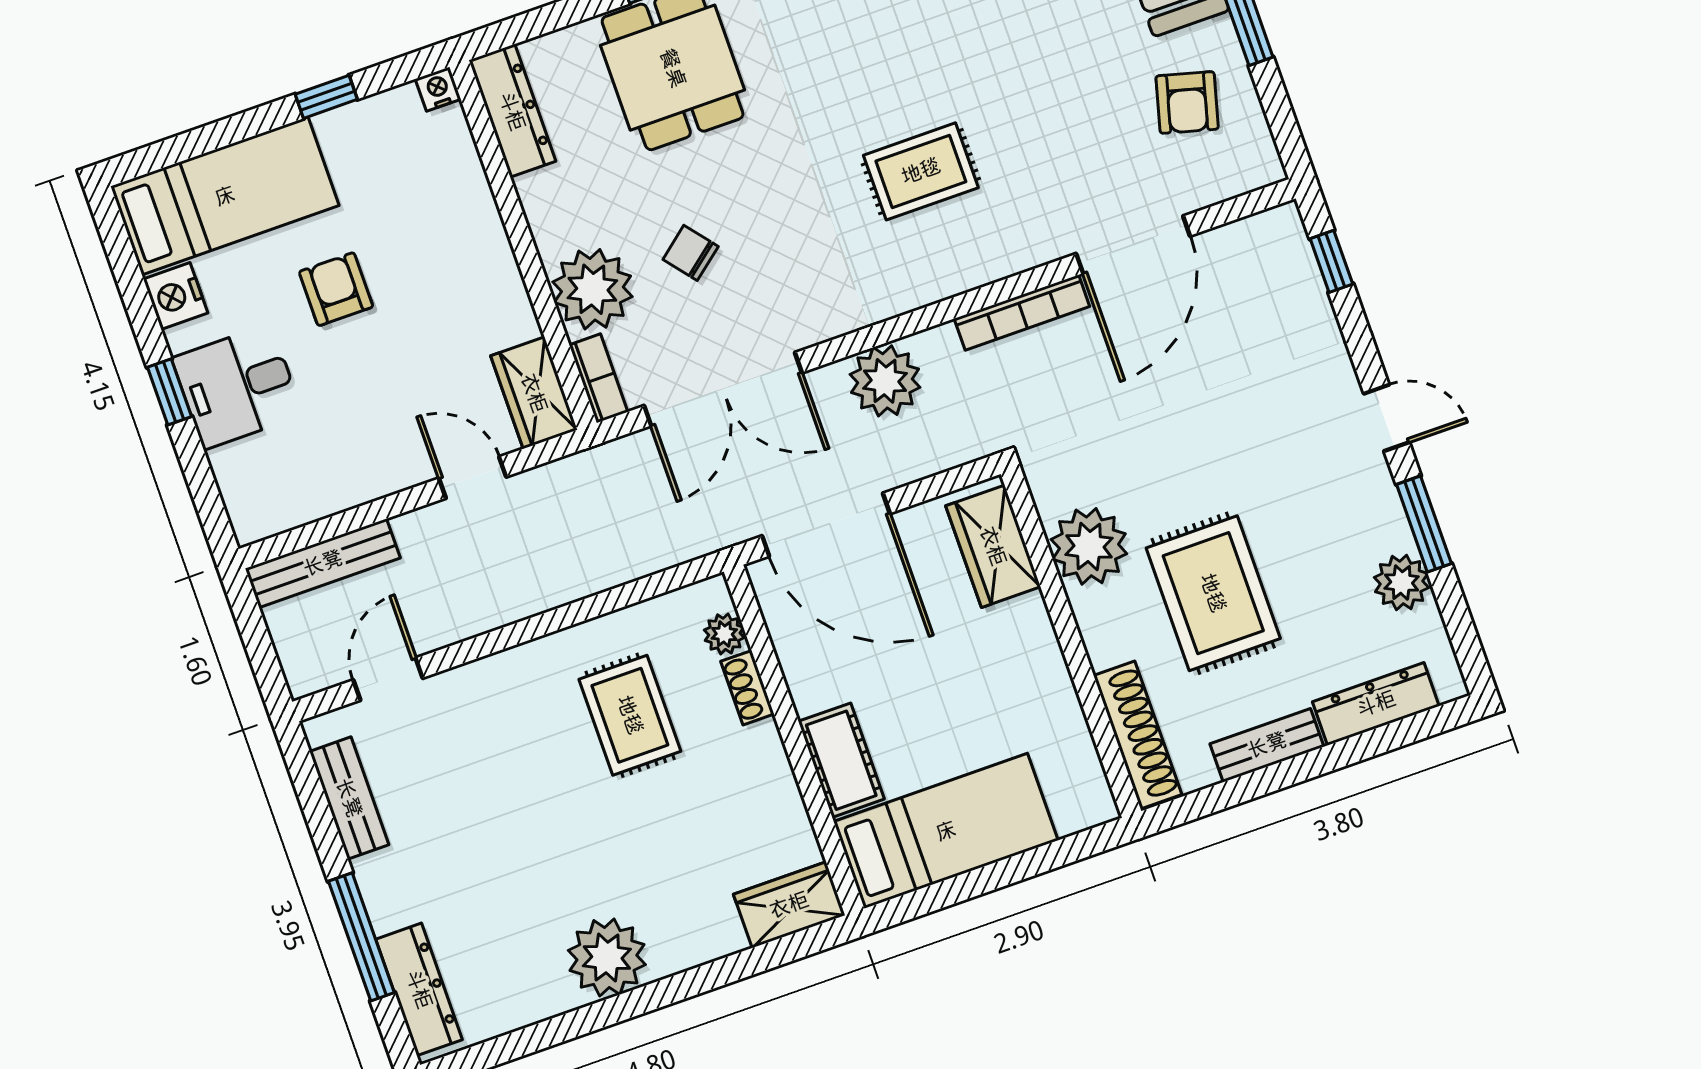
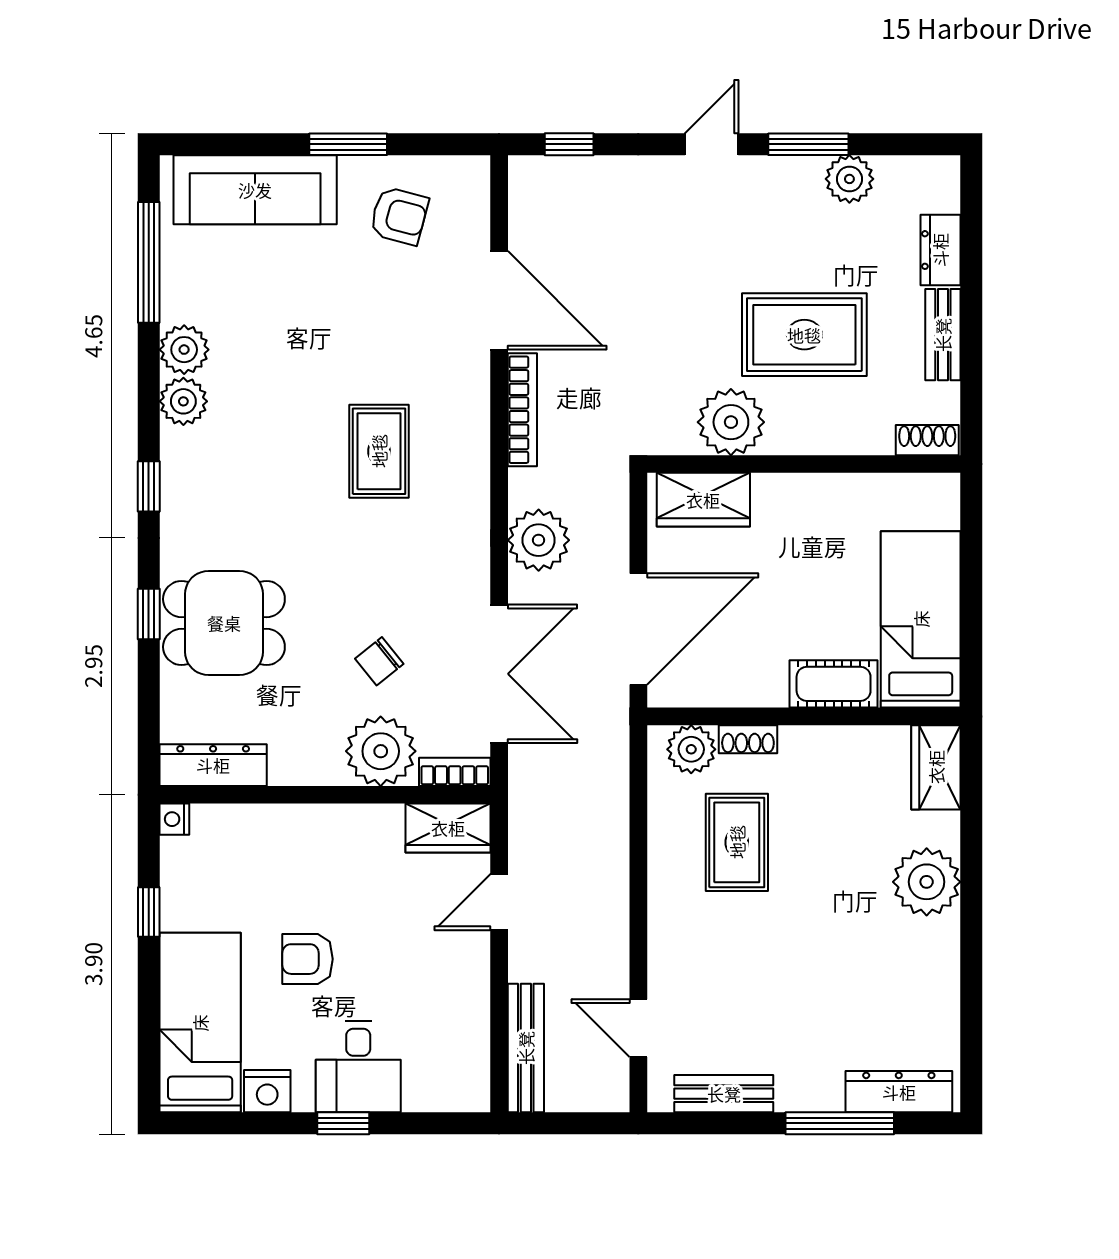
plant: (724, 634) -> (691, 749), width x1.38, depth x1.38
dresser: (1376, 704) -> (940, 250), width x0.70
rug: (630, 715) -> (737, 842), turned 90
shoe rack: (1138, 735) -> (927, 440), width x0.51, depth x0.81
plant: (607, 957) -> (927, 882), moved

